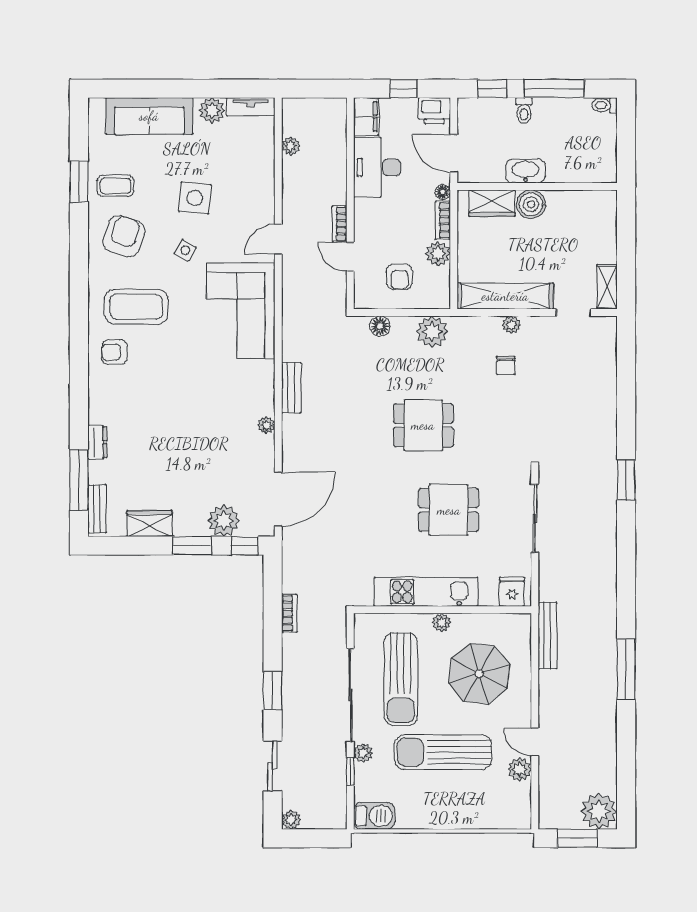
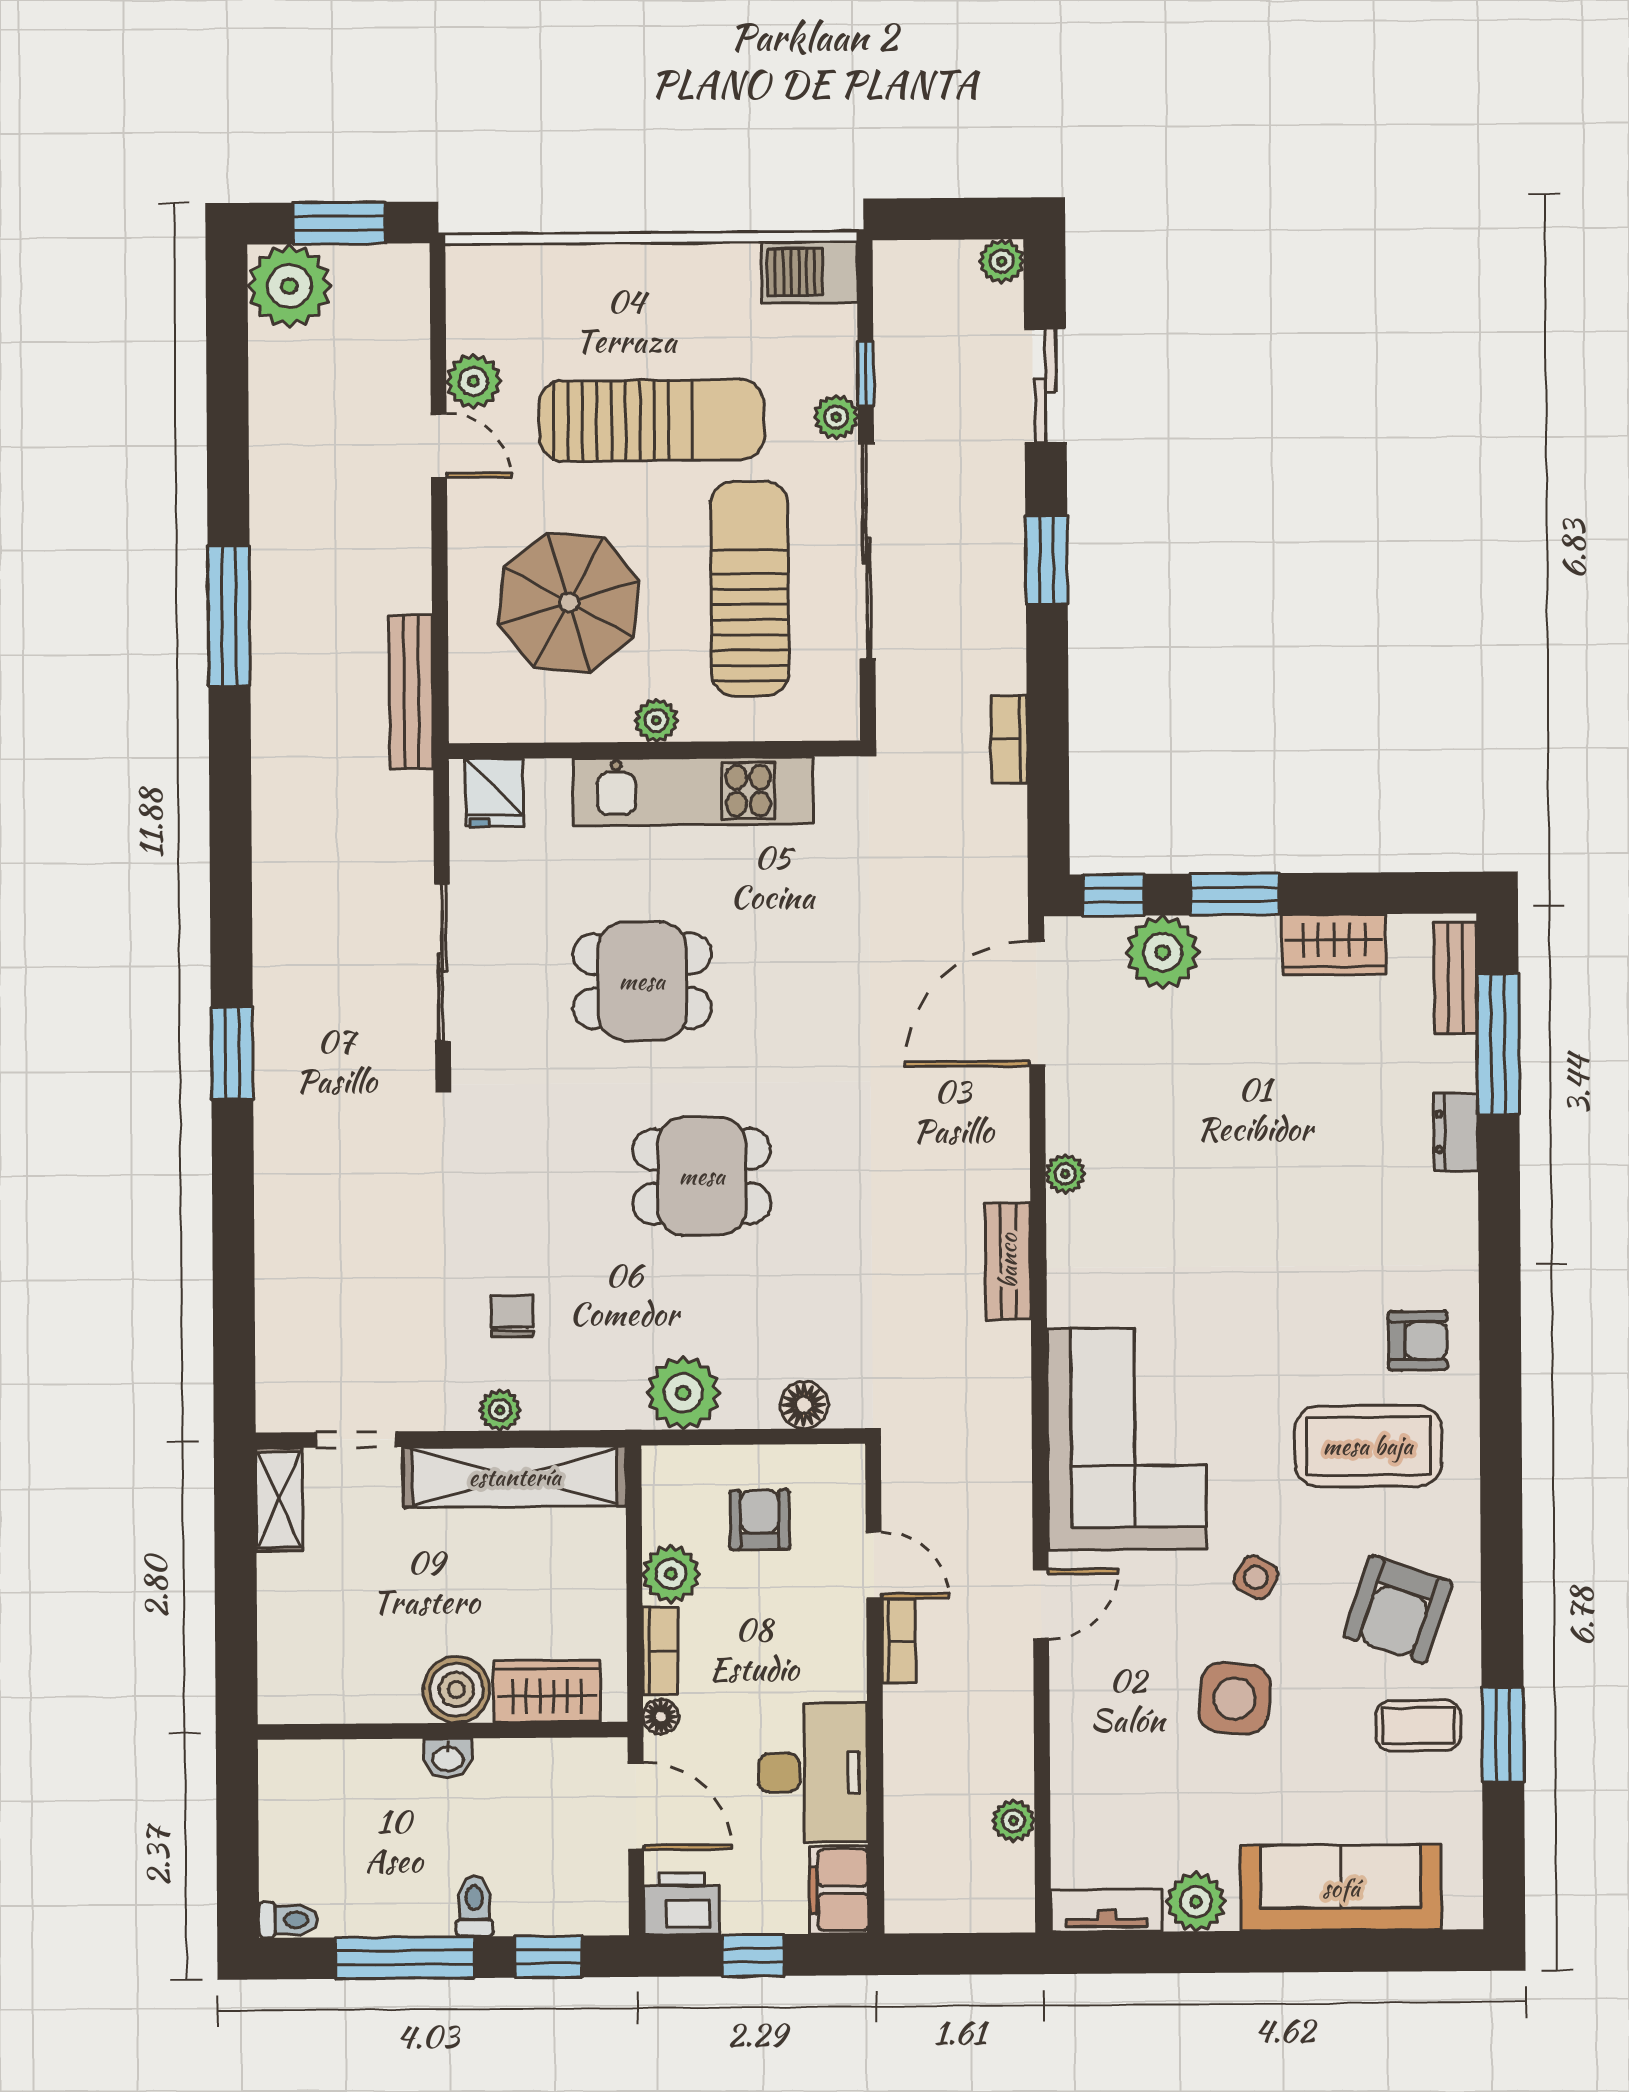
washbasin: (525, 171) -> (448, 1758), width x0.52, depth x0.69

